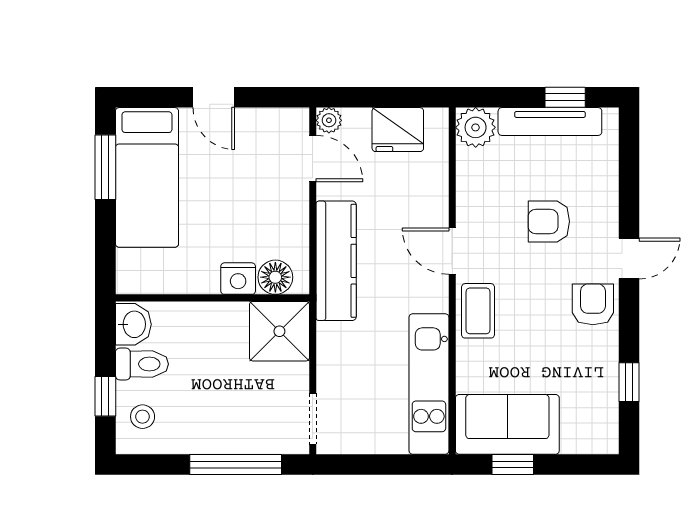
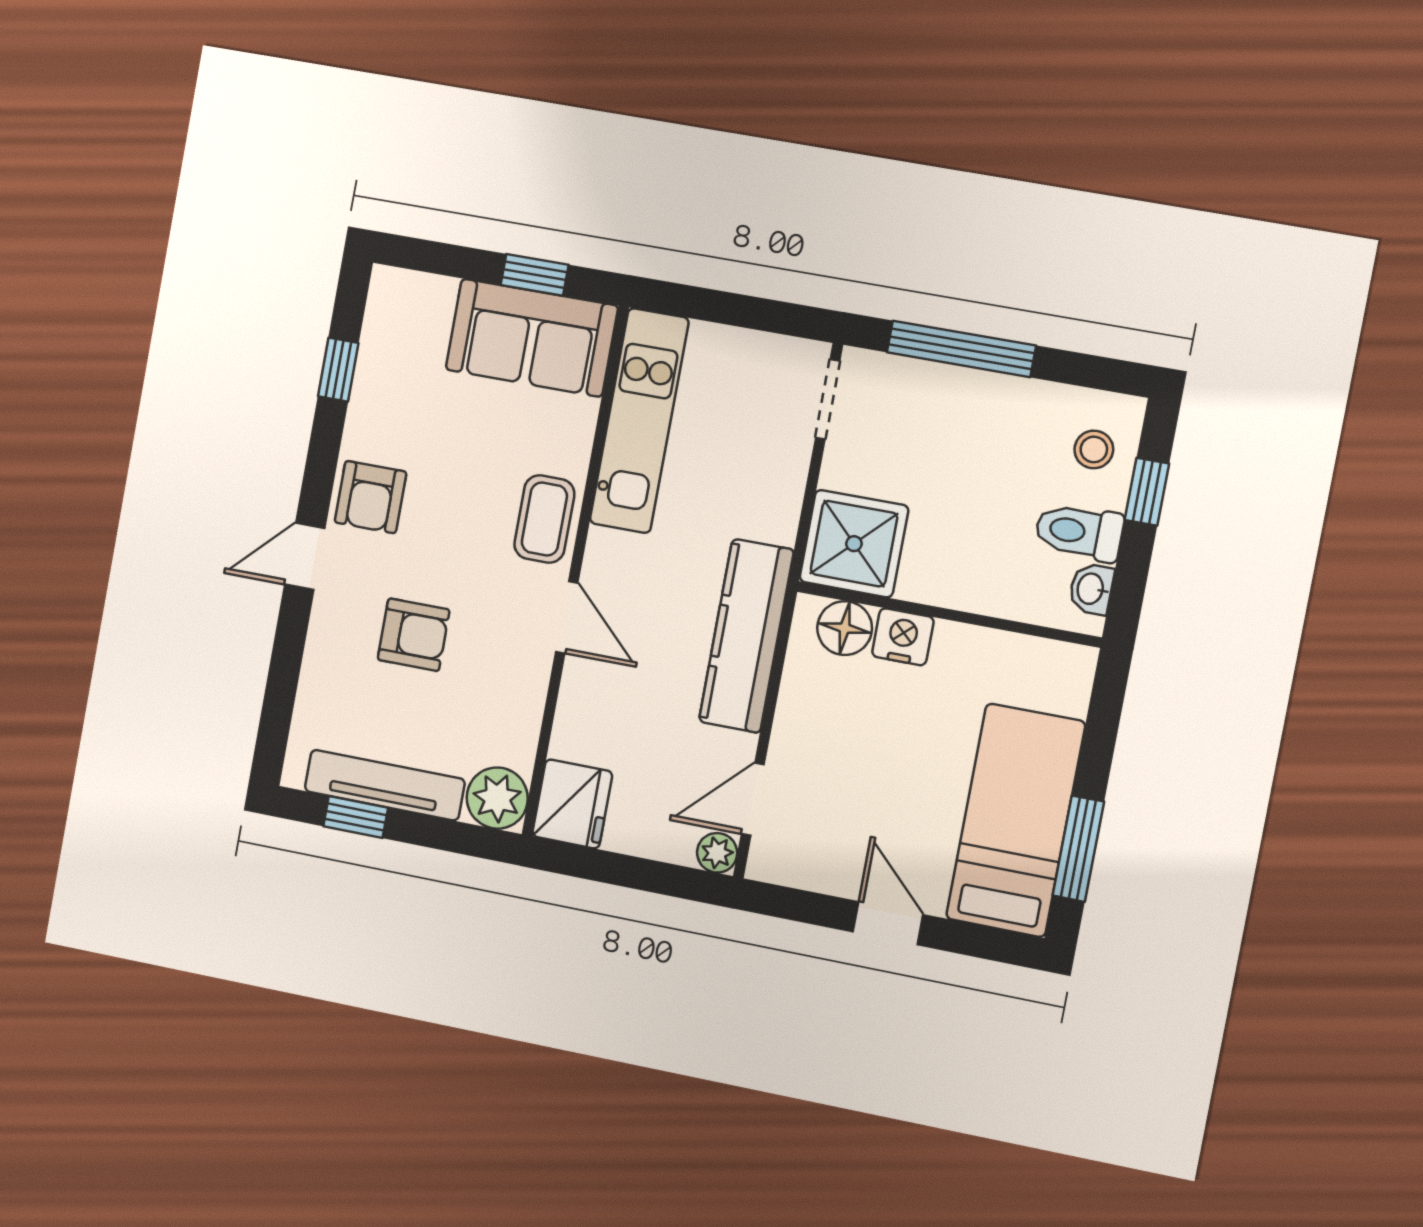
fridge: (398, 130) -> (572, 804), moved, turned 90
door: (313, 159) -> (753, 799), hinge flipped
washbasin: (133, 324) -> (1091, 589), width x0.72, depth x0.69

